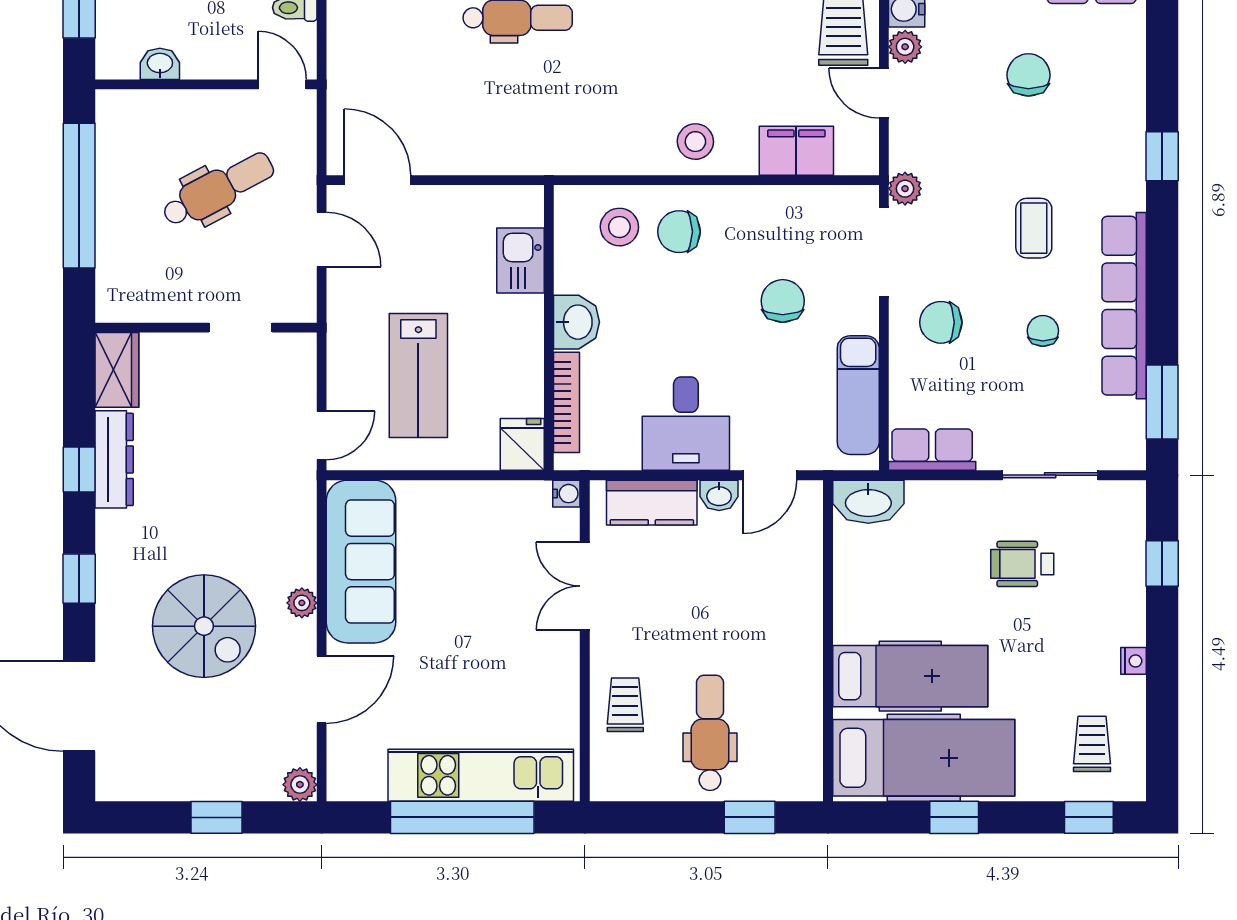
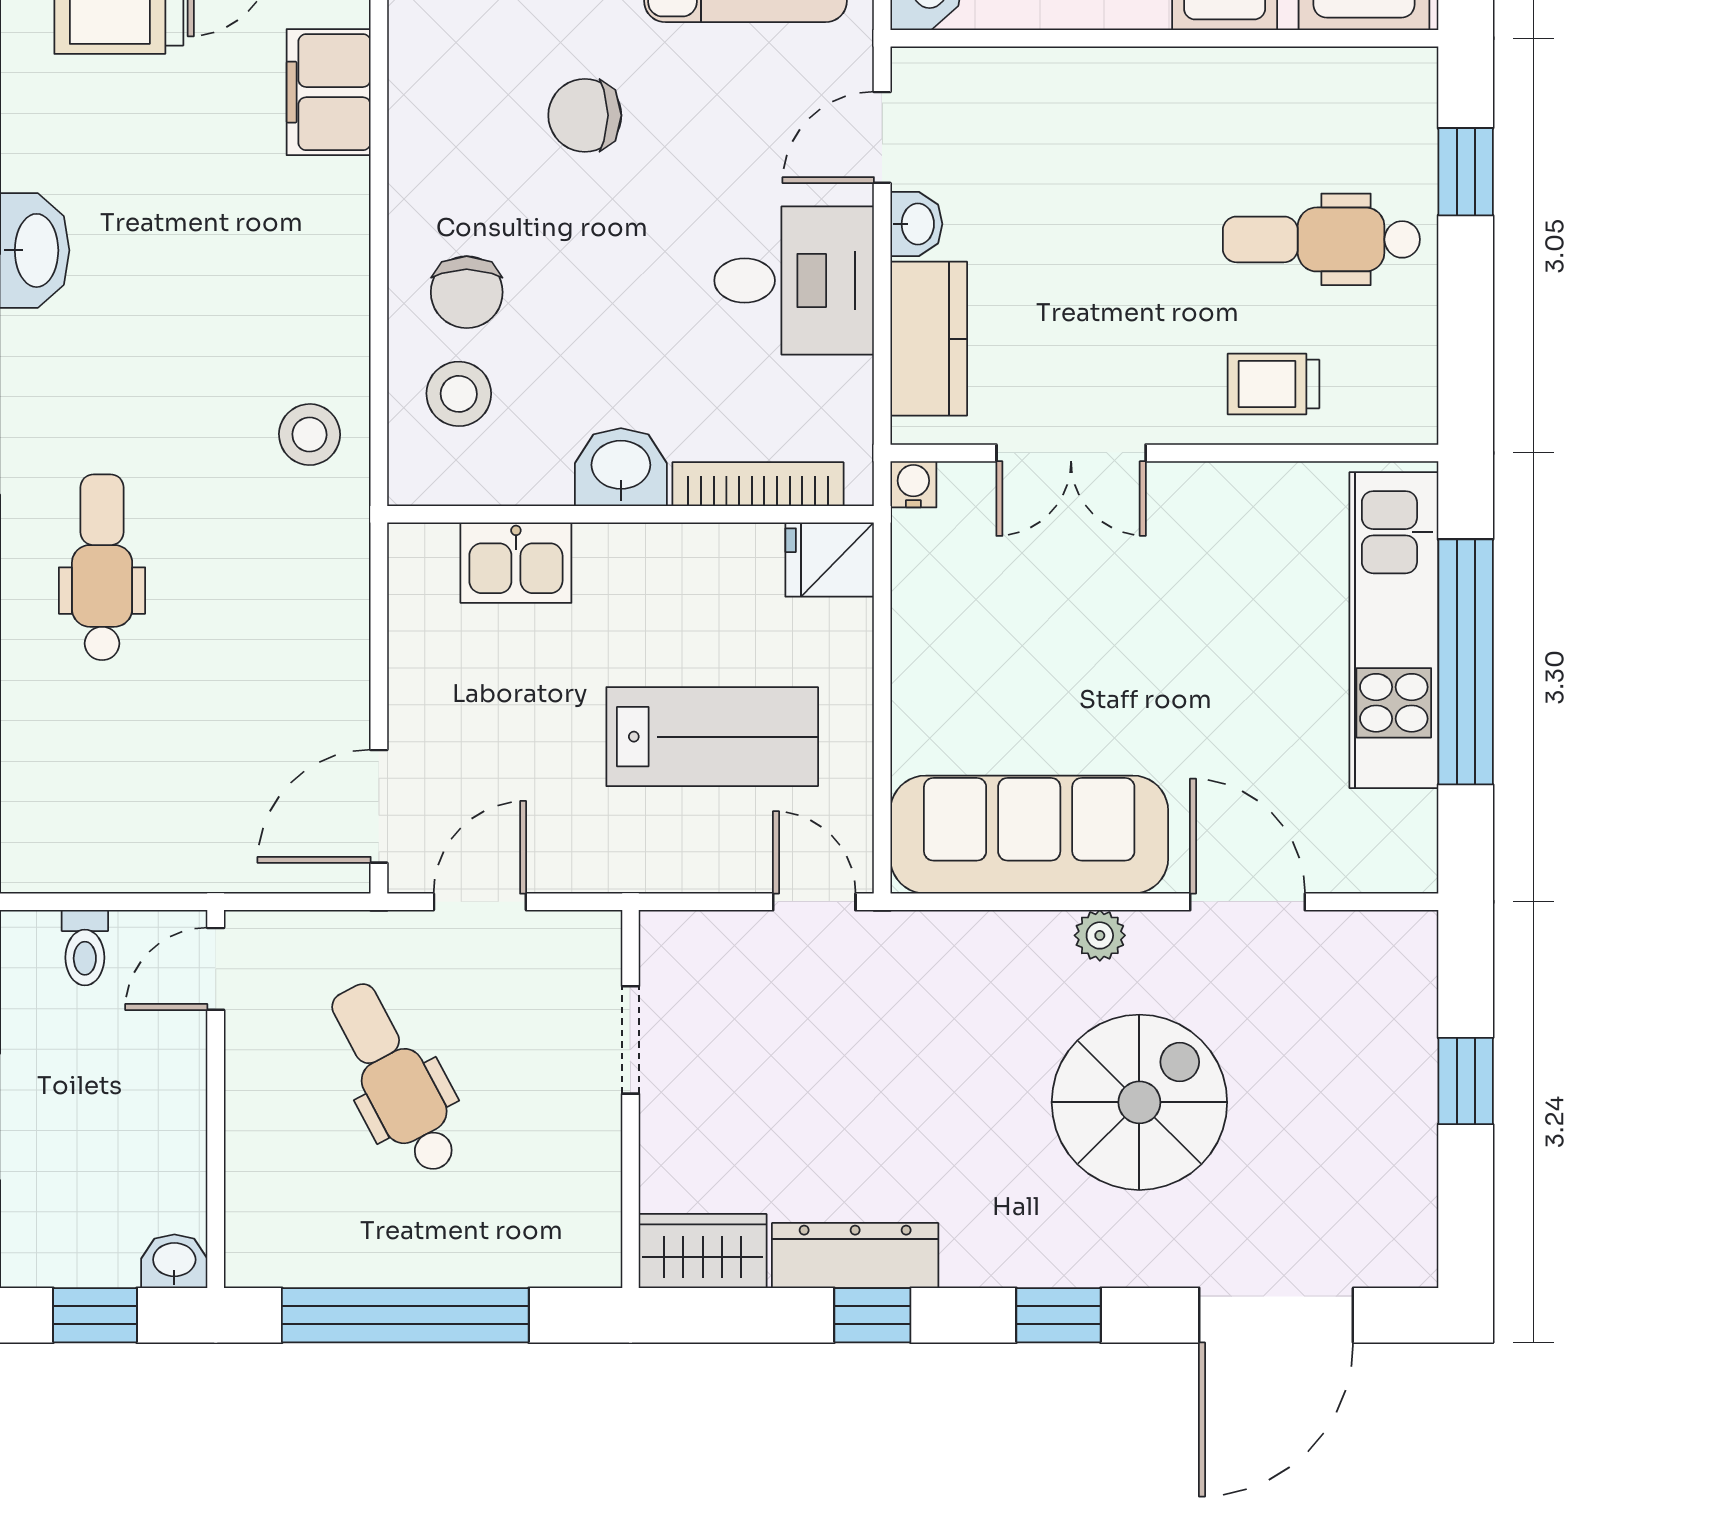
washbasin: (160, 64) -> (174, 1261), moved, turned 90
stool: (695, 142) -> (310, 435), moved
door: (770, 475) -> (882, 137), swing flipped
plant: (300, 785) -> (1410, 939), removed

